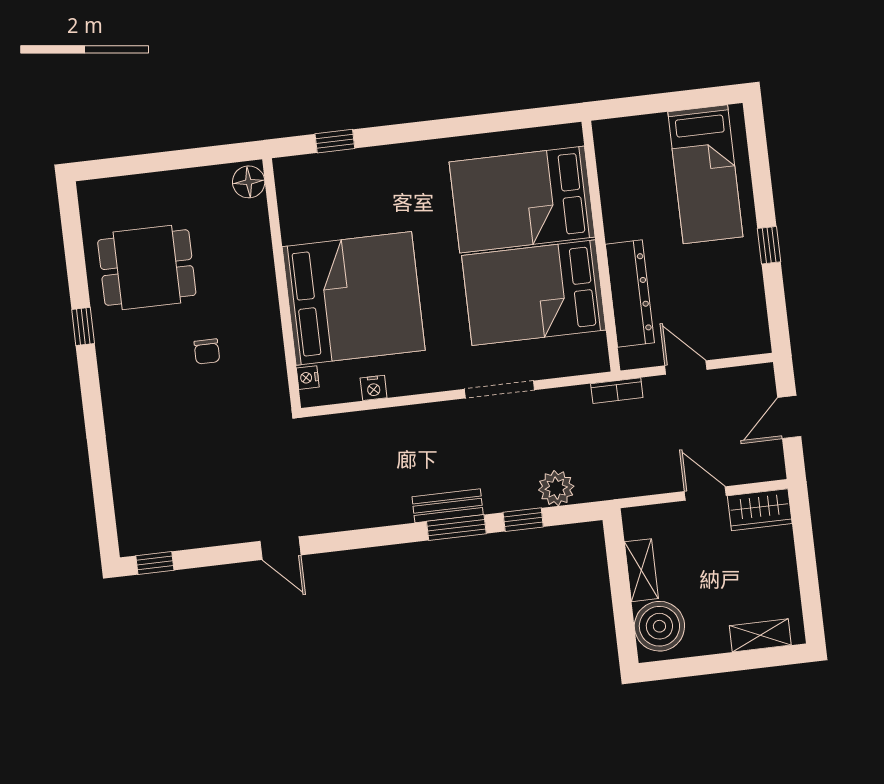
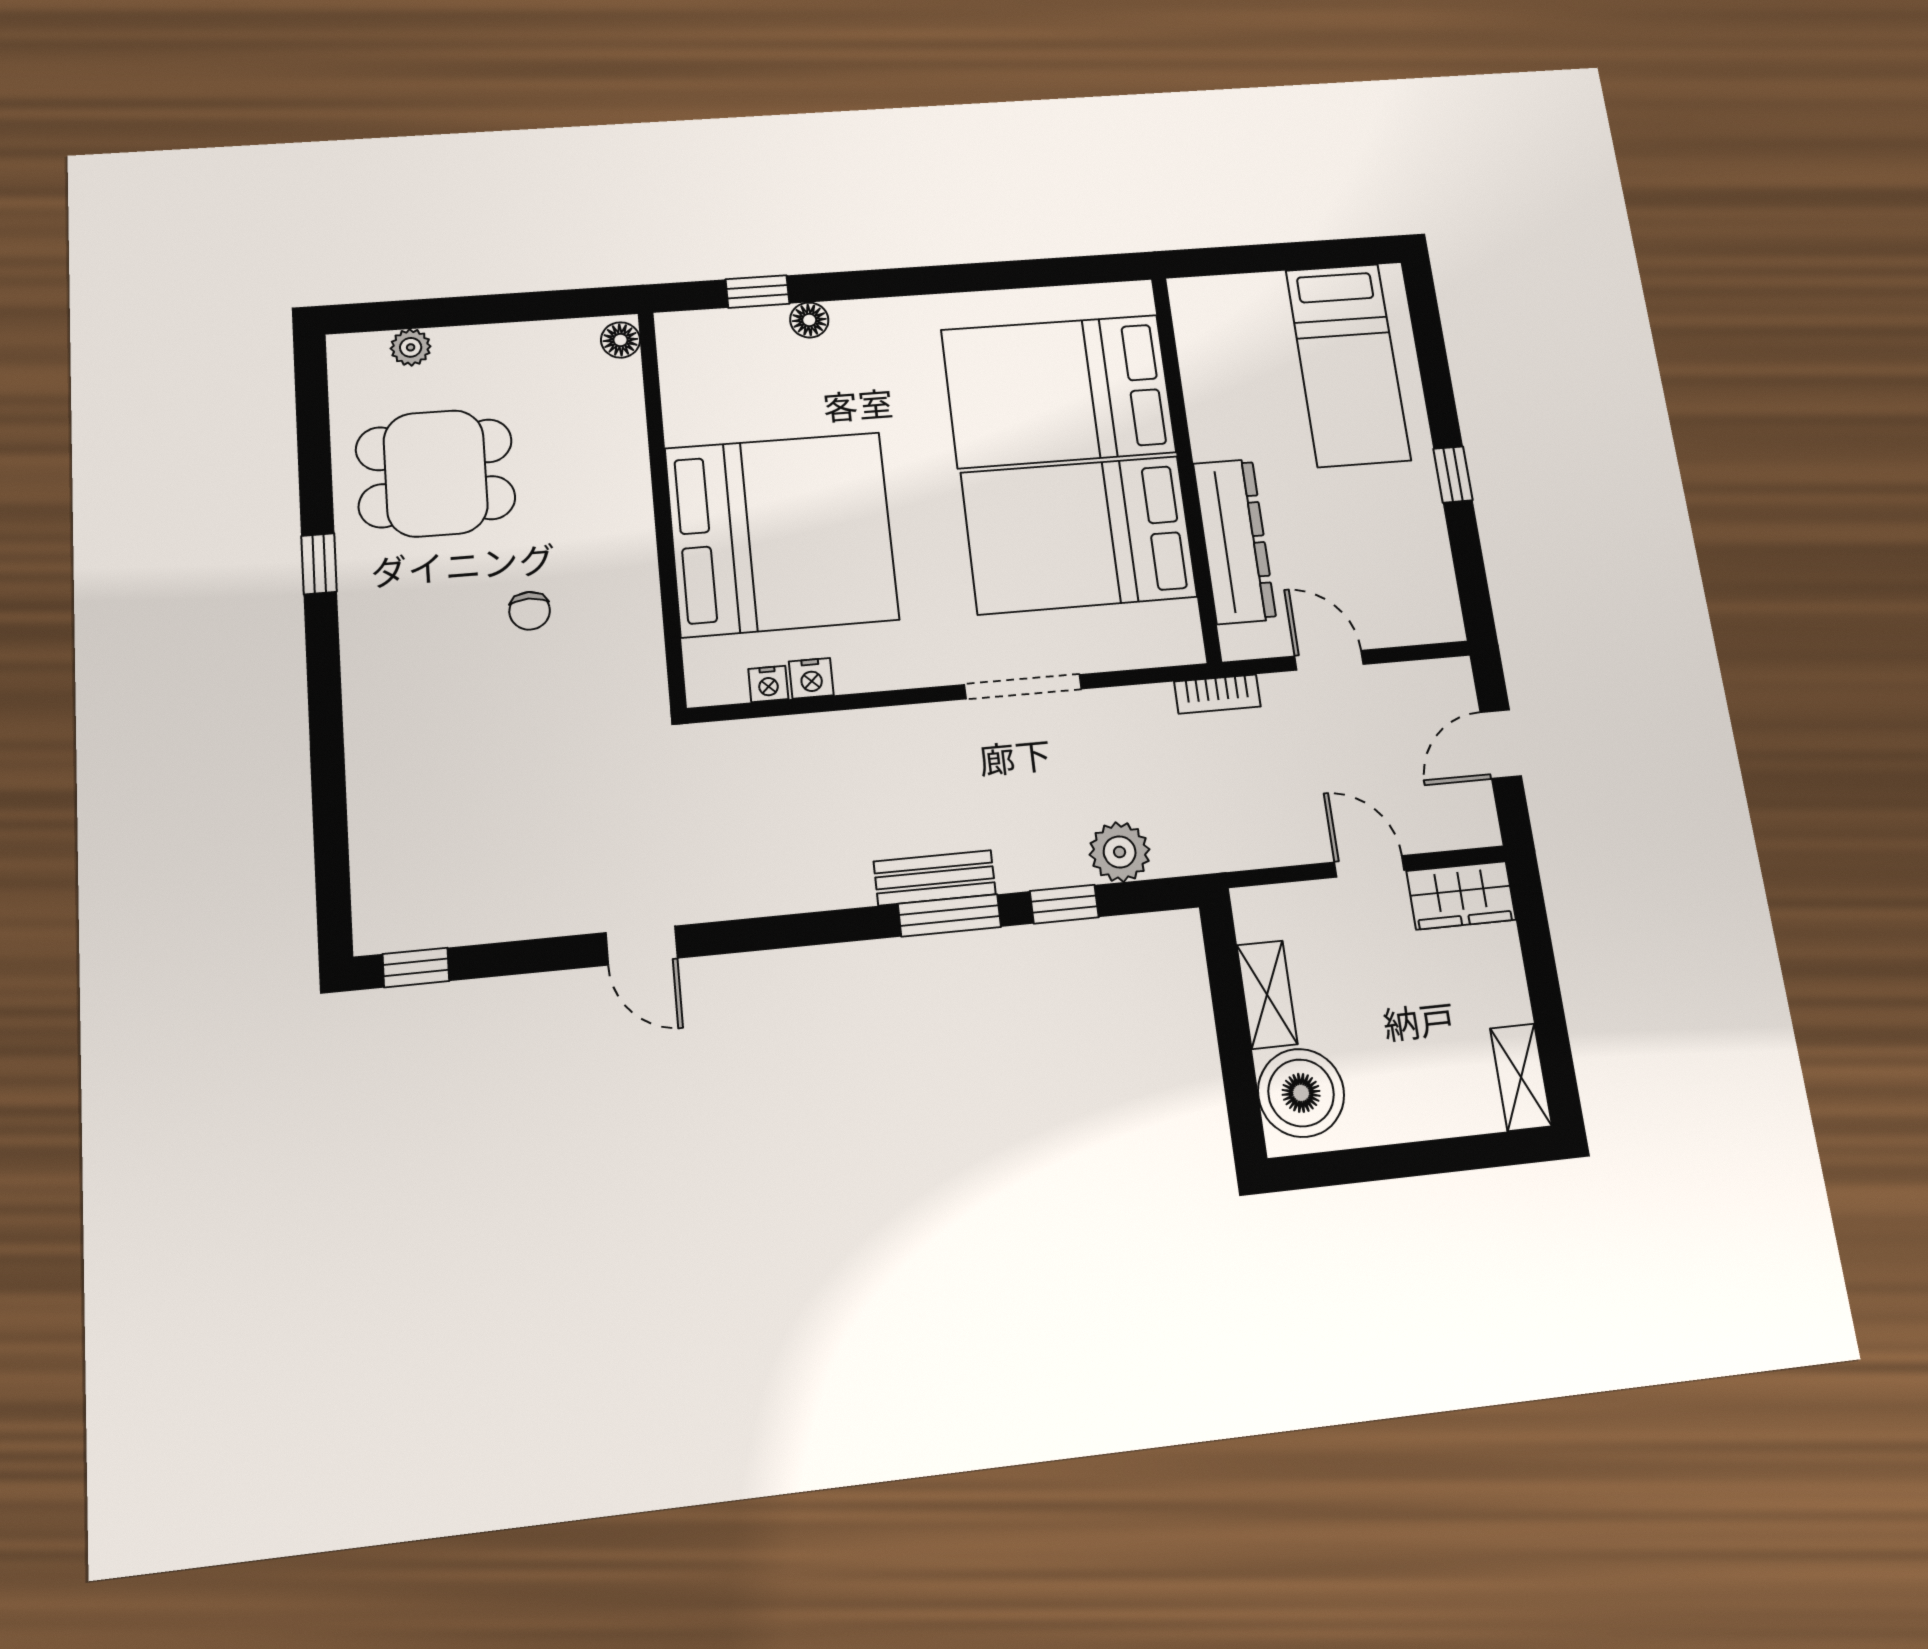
floor lamp: (367, 159) -> (809, 320), added
floor lamp: (249, 182) -> (620, 340), width x0.73, depth x0.73
plant: (127, 187) -> (411, 347), added
nightstand: (308, 378) -> (768, 684), moved, turned -90
shelving: (760, 635) -> (1521, 1077), moved, turned 90

